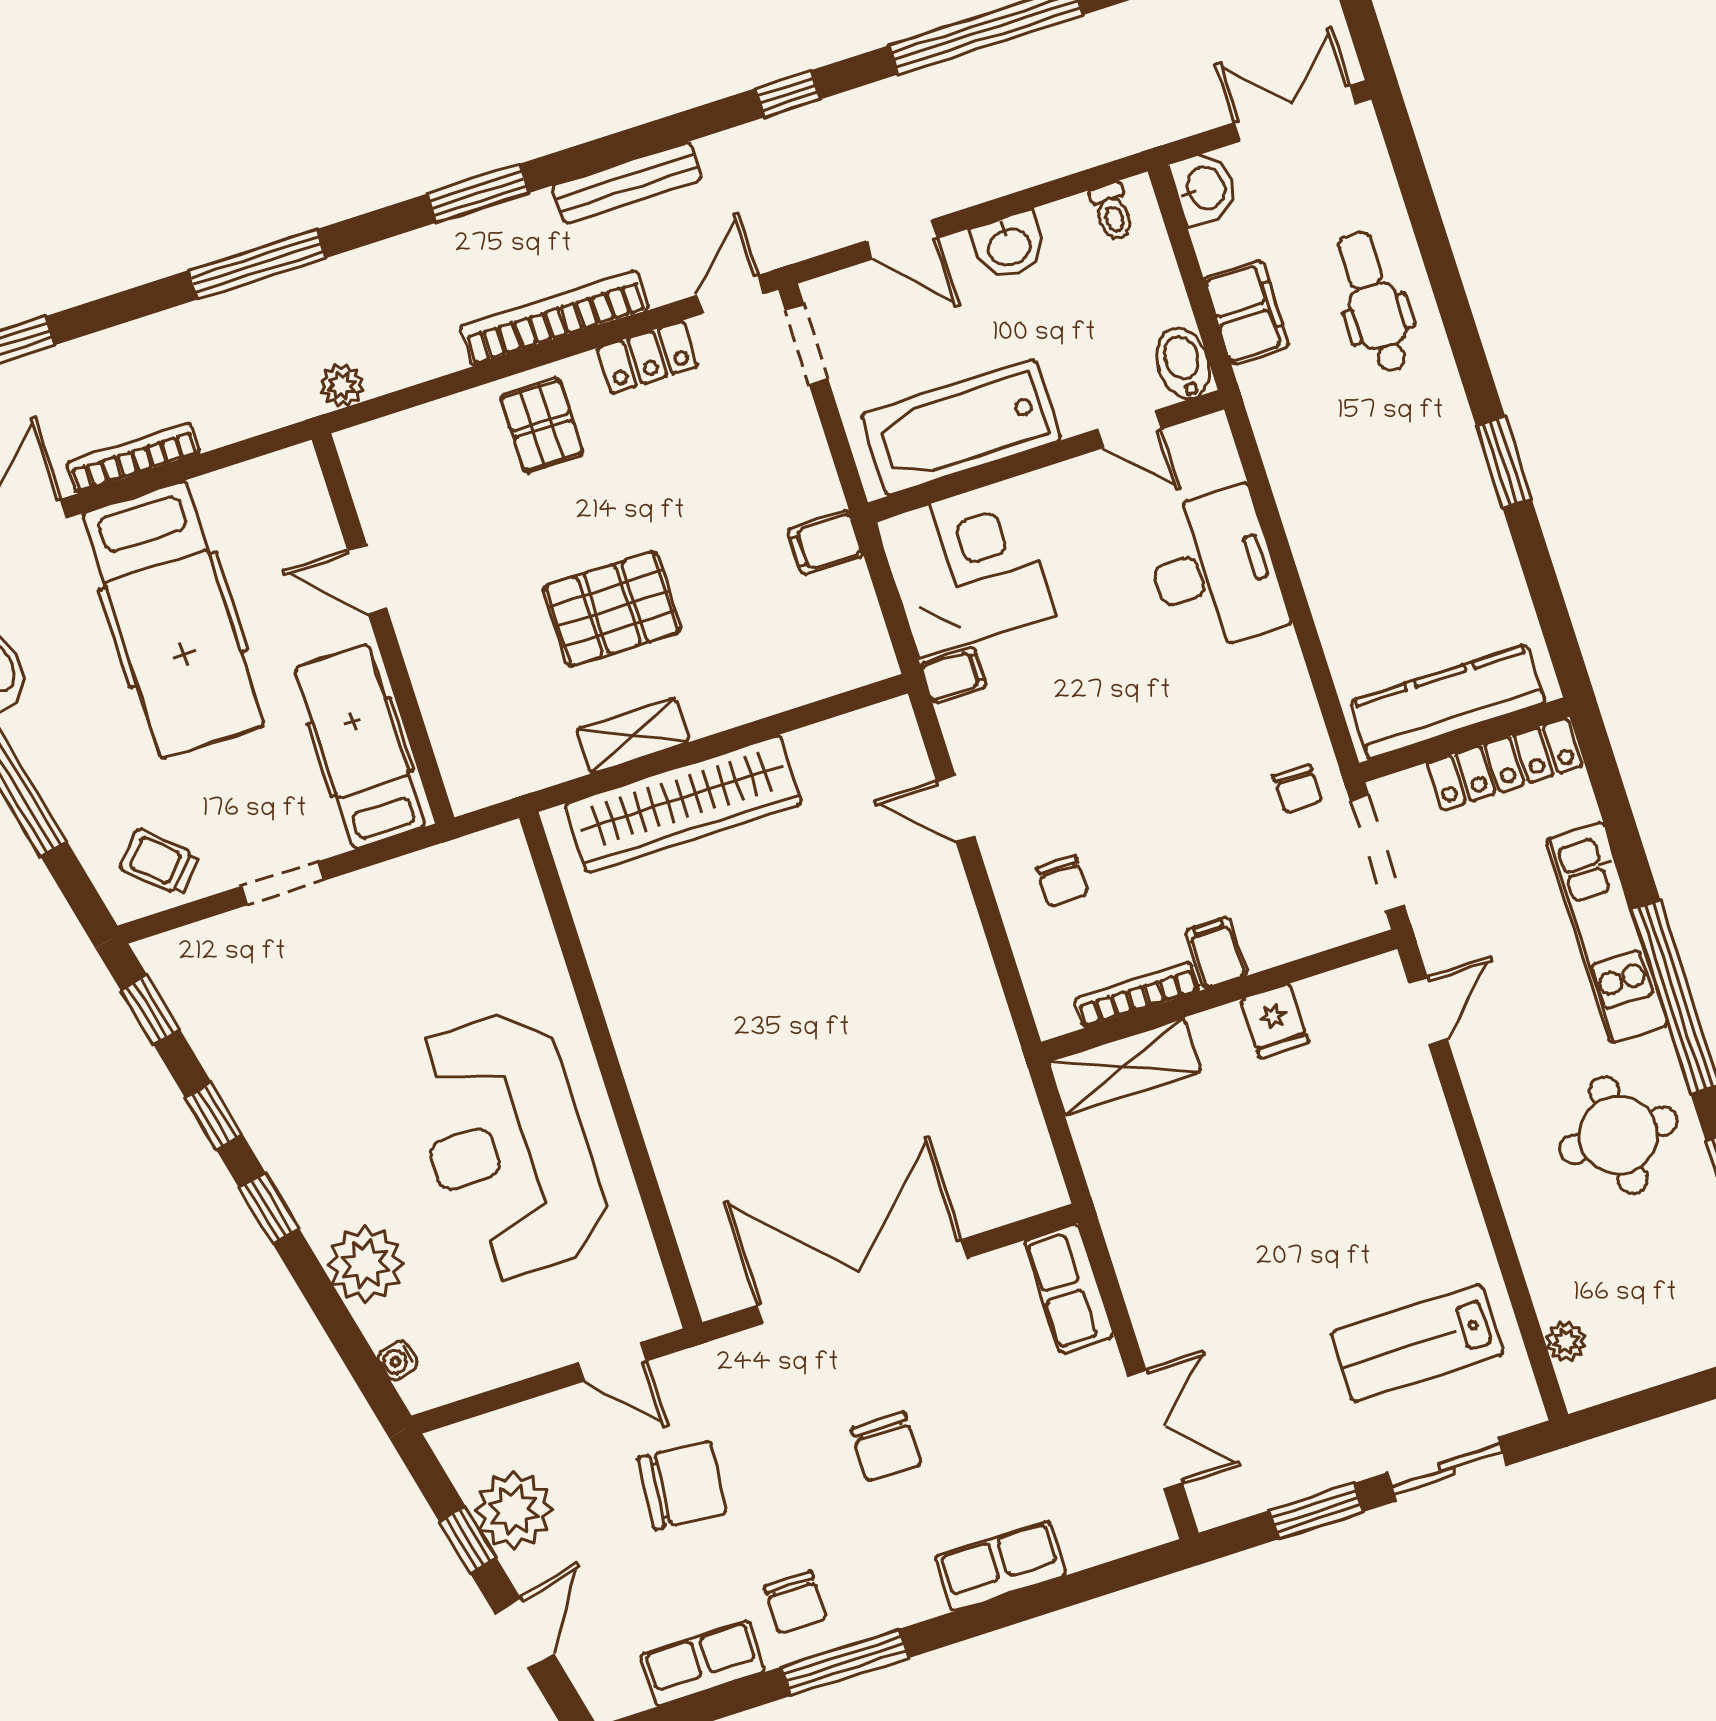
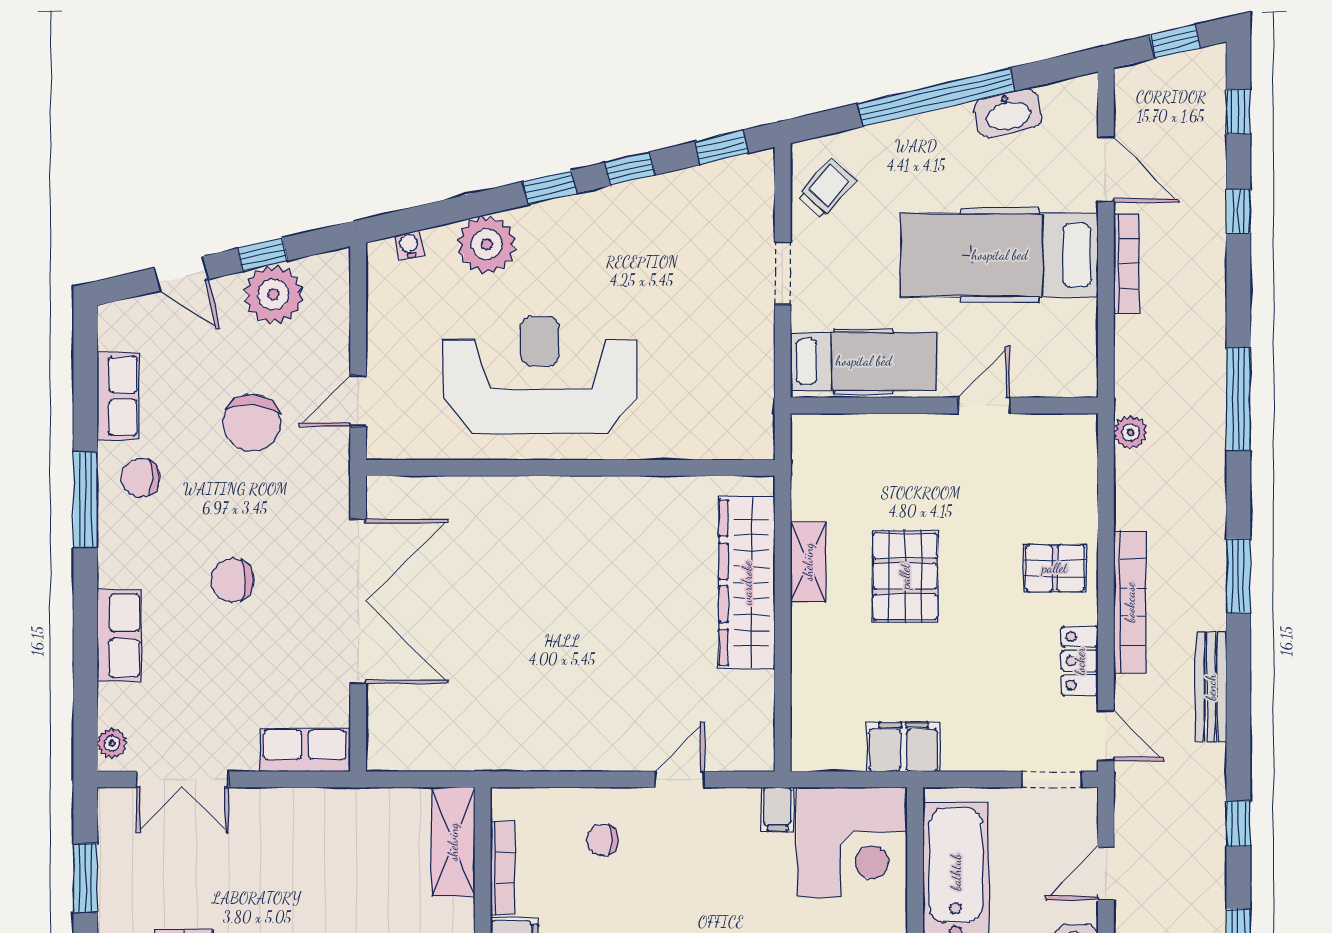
filing cabinet: (825, 543) -> (903, 747), width x2.00
plant: (1138, 1532) -> (112, 743), added

